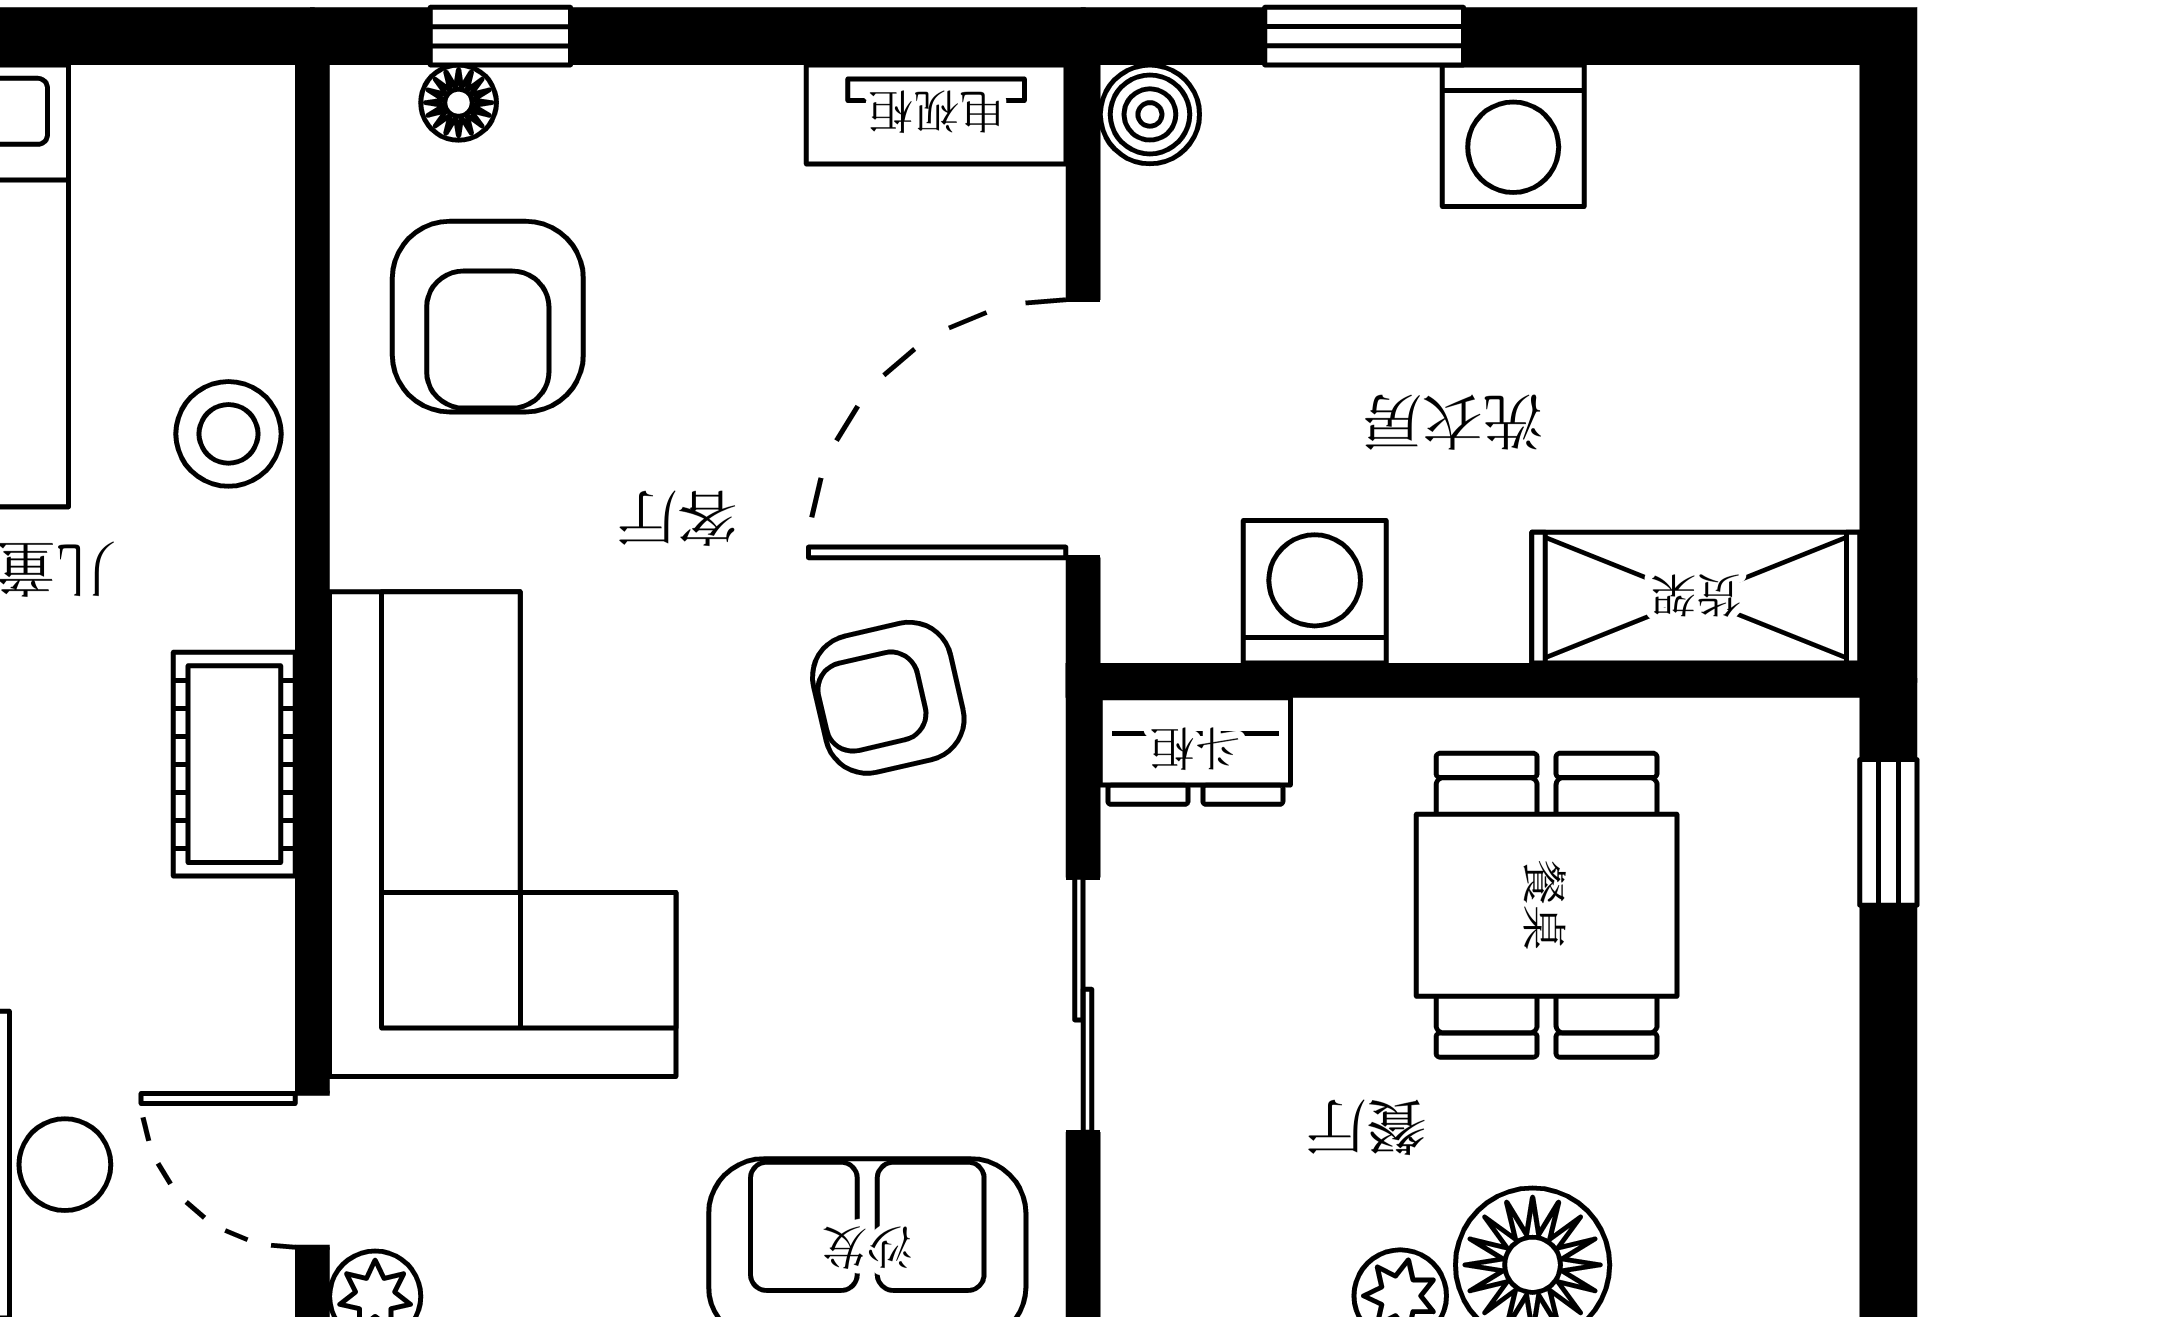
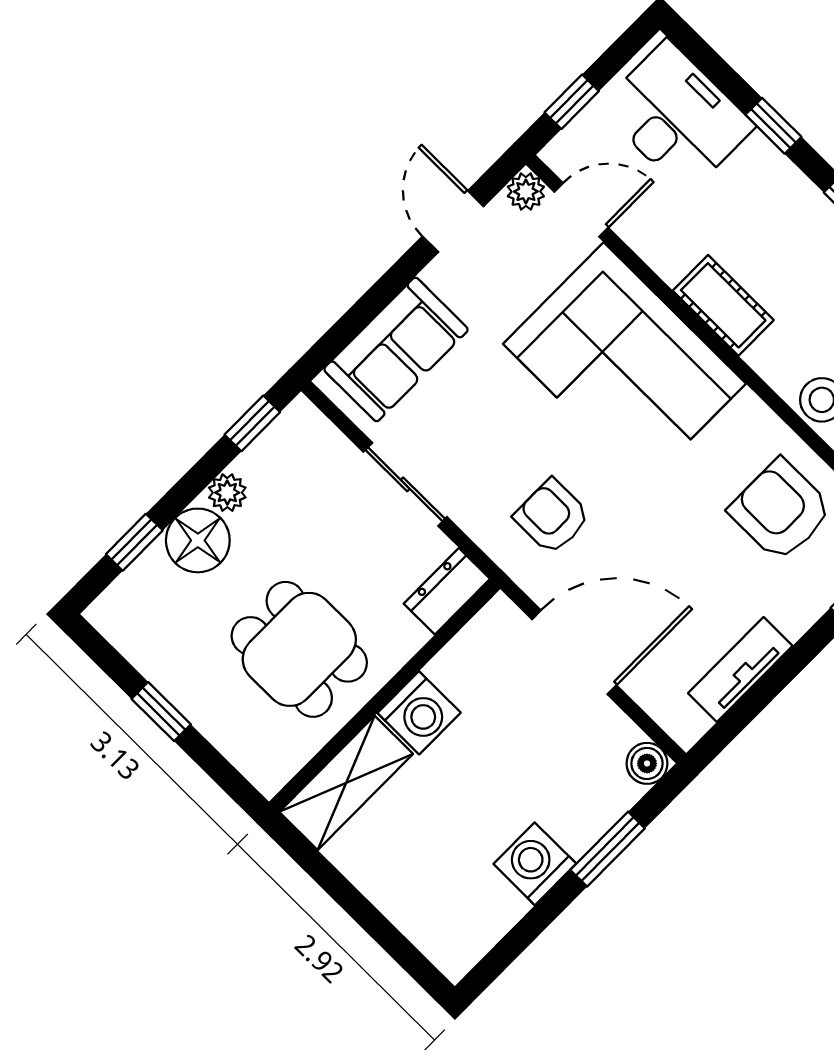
tv unit: (936, 114) -> (740, 670), moved
door: (1083, 429) -> (574, 652), hinge flipped
washing machine: (1315, 592) -> (419, 713), moved
armchair: (888, 698) -> (552, 517), turned -77
window: (1888, 832) -> (161, 712), moved

